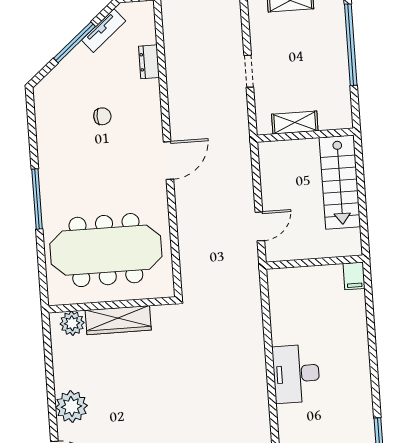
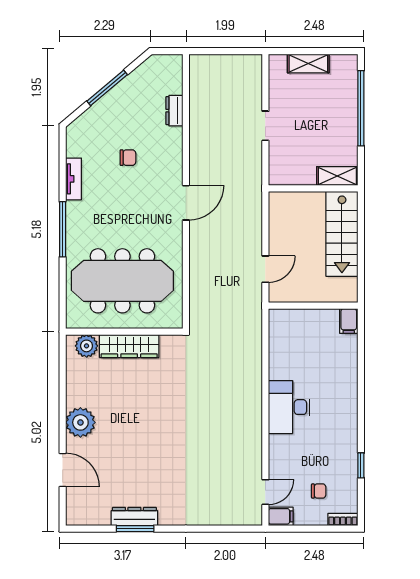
tv unit: (104, 31) -> (73, 179), moved, turned -50
shelving: (295, 123) -> (337, 176), moved

